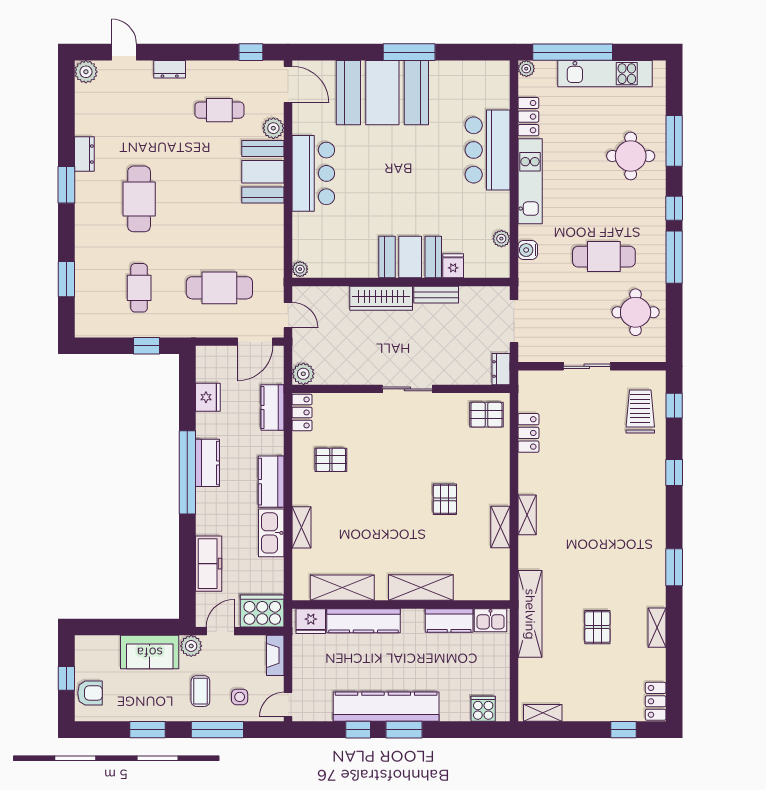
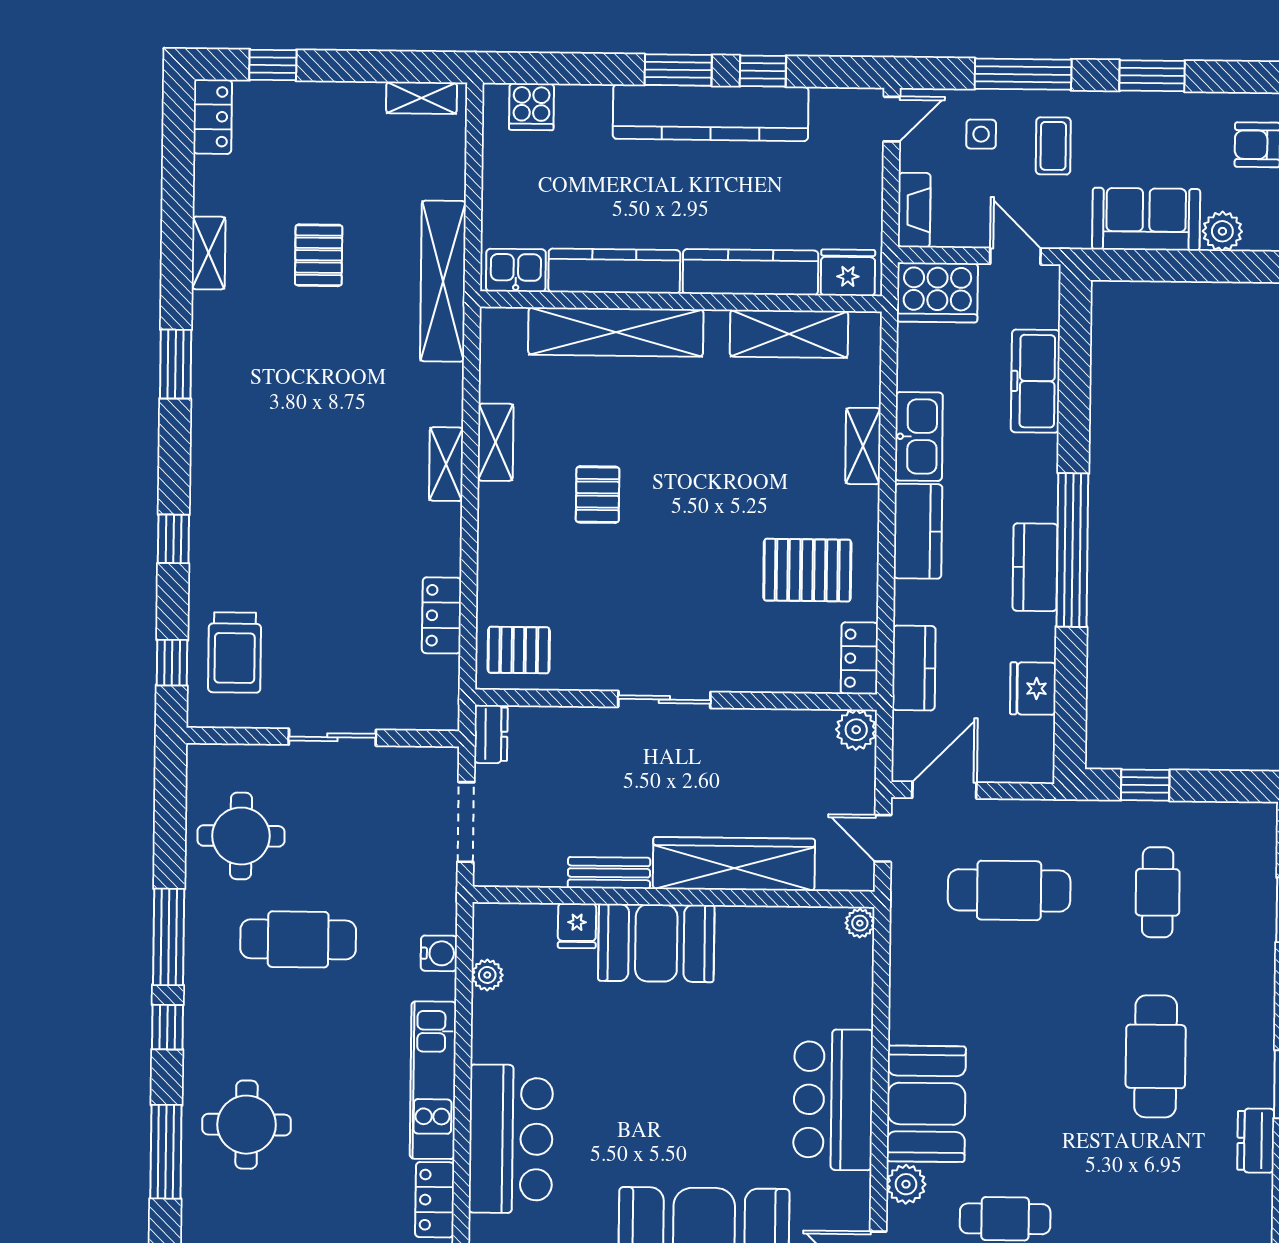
wardrobe: (381, 298) -> (734, 864), width x1.40, depth x1.17
pallet: (331, 460) -> (807, 570), width x1.50, depth x1.42
shelving: (421, 587) -> (616, 332), width x1.47
kitchen counter: (449, 620) -> (614, 271), width x1.50
door: (220, 631) -> (1015, 256), swing flipped
plant: (191, 646) -> (1222, 231), moved

